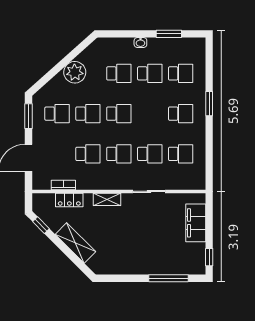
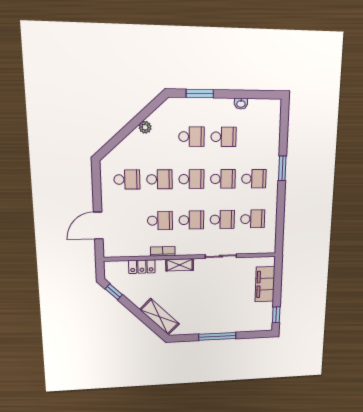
window: (169, 34) -> (200, 93), moved
washbasin: (140, 42) -> (241, 104), moved
plant: (75, 72) -> (145, 127), width x0.53, depth x0.53
school desk: (181, 73) -> (223, 179), moved
window: (28, 116) -> (96, 182), removed
bookcase: (63, 185) -> (163, 251), moved
shelving: (75, 243) -> (160, 317), moved
window: (168, 278) -> (217, 336), moved

